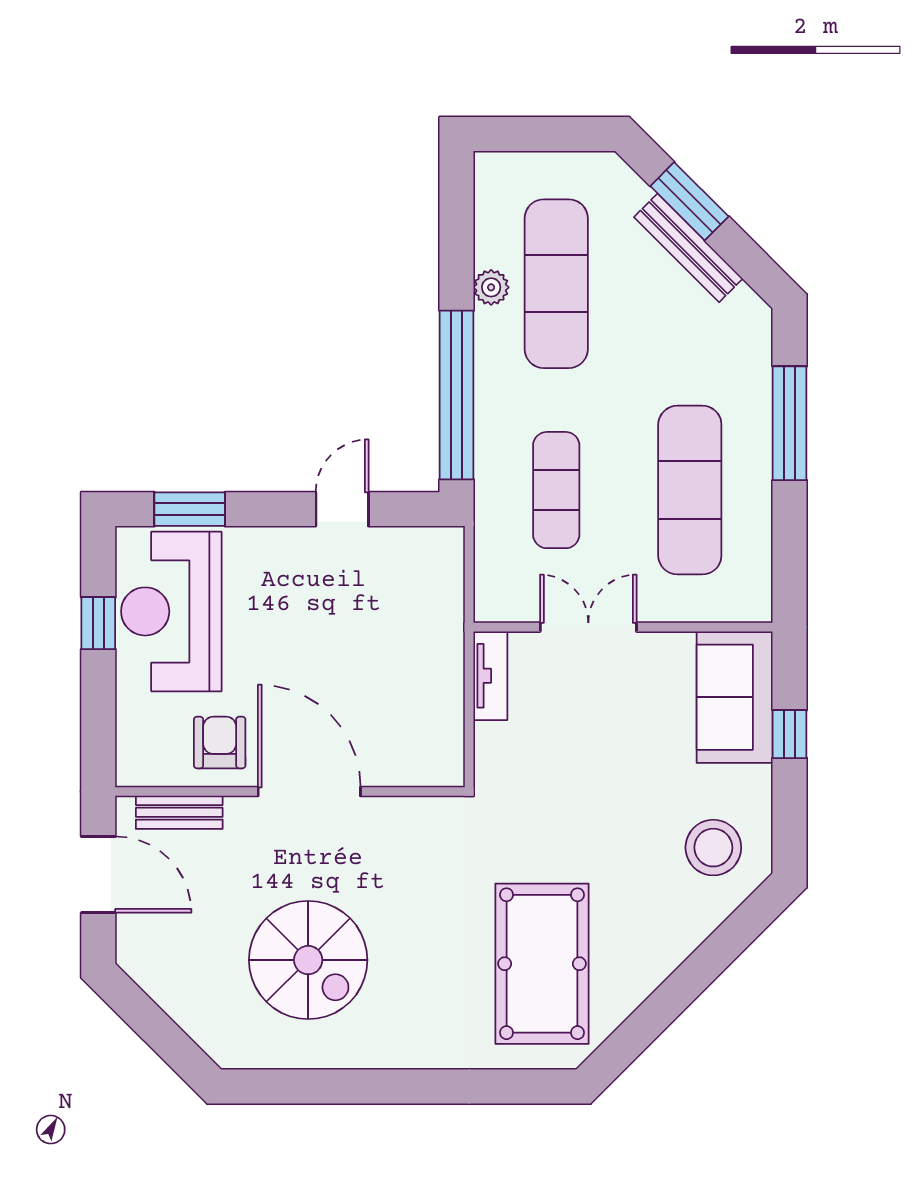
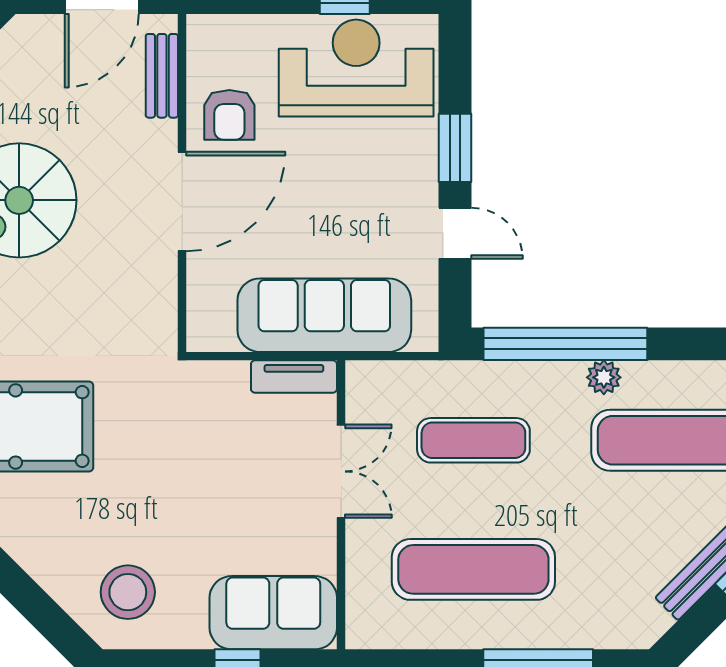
plant: (491, 287) -> (604, 377), moved
window: (190, 509) -> (455, 148), moved
sofa: (427, 644) -> (324, 315), added
armchair: (220, 742) -> (229, 115), turned 90

